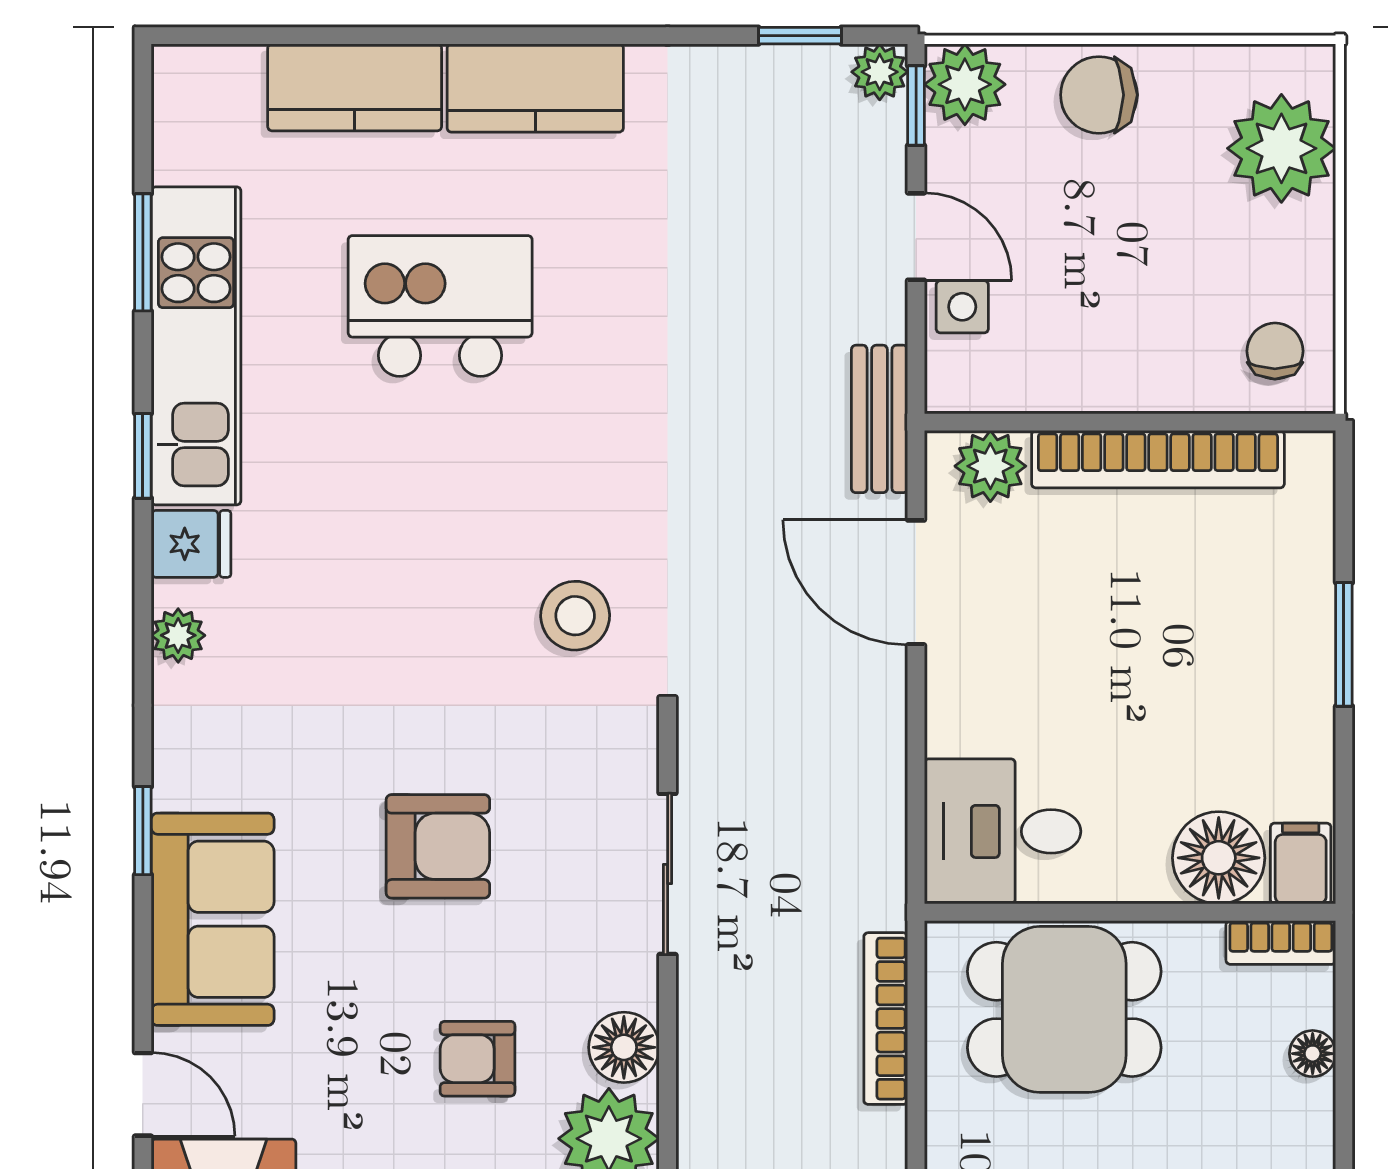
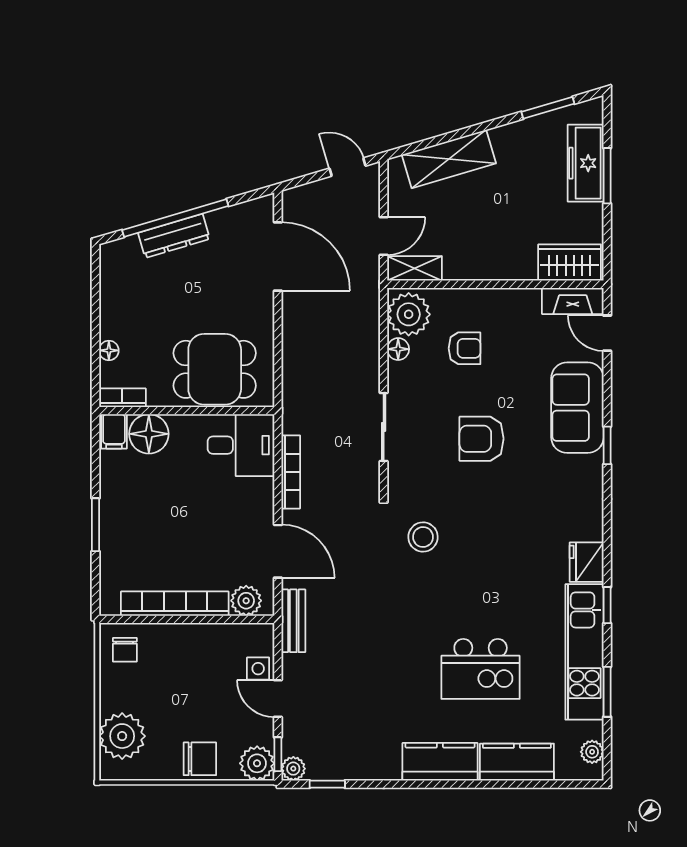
fridge: (191, 544) -> (587, 562), width x1.38
plant: (178, 635) -> (592, 752), moved
bookcase: (886, 1019) -> (291, 472), moved
floor lamp: (624, 1047) -> (398, 349), width x0.73, depth x0.73

